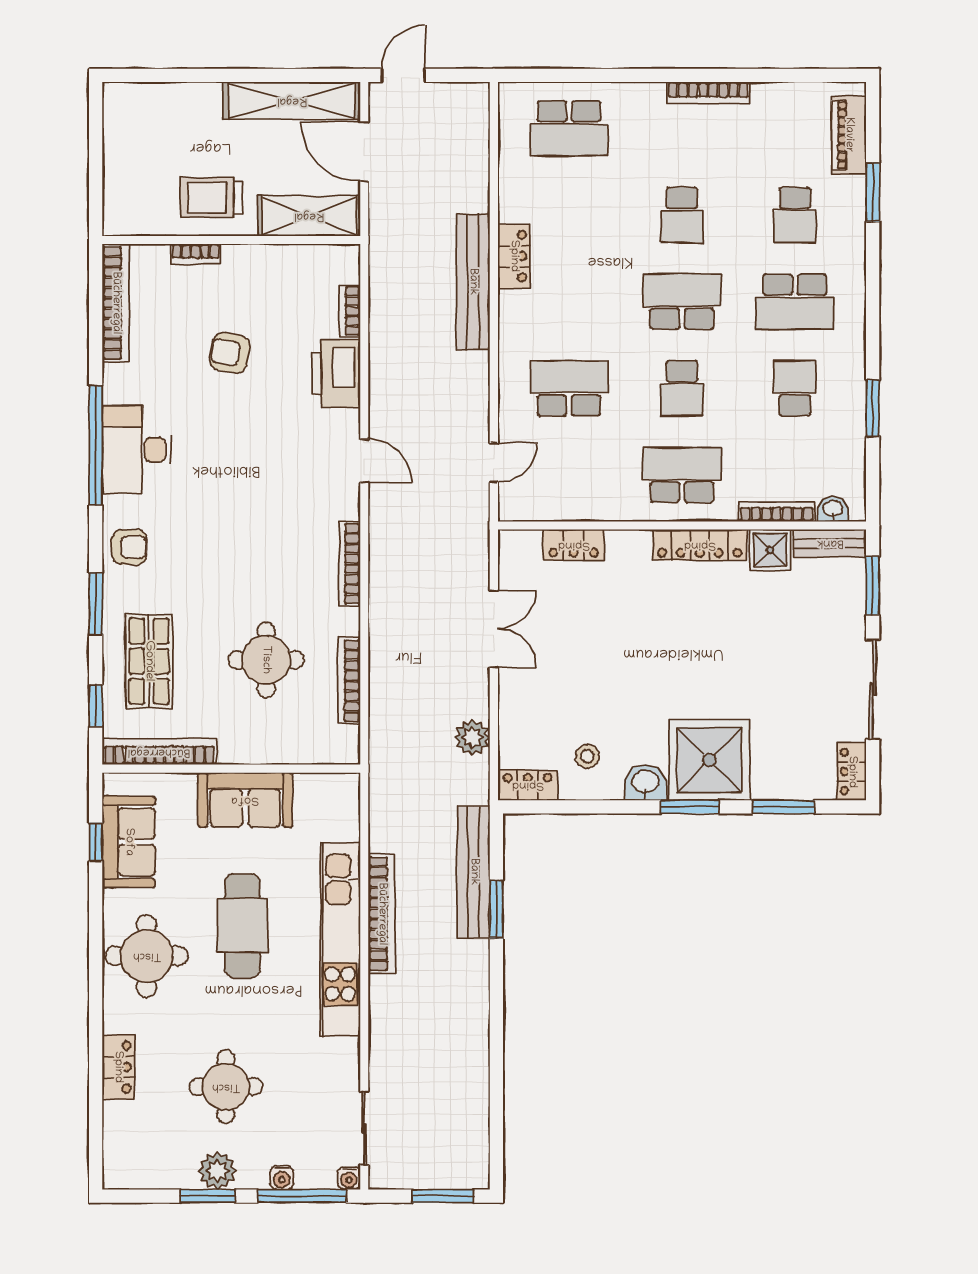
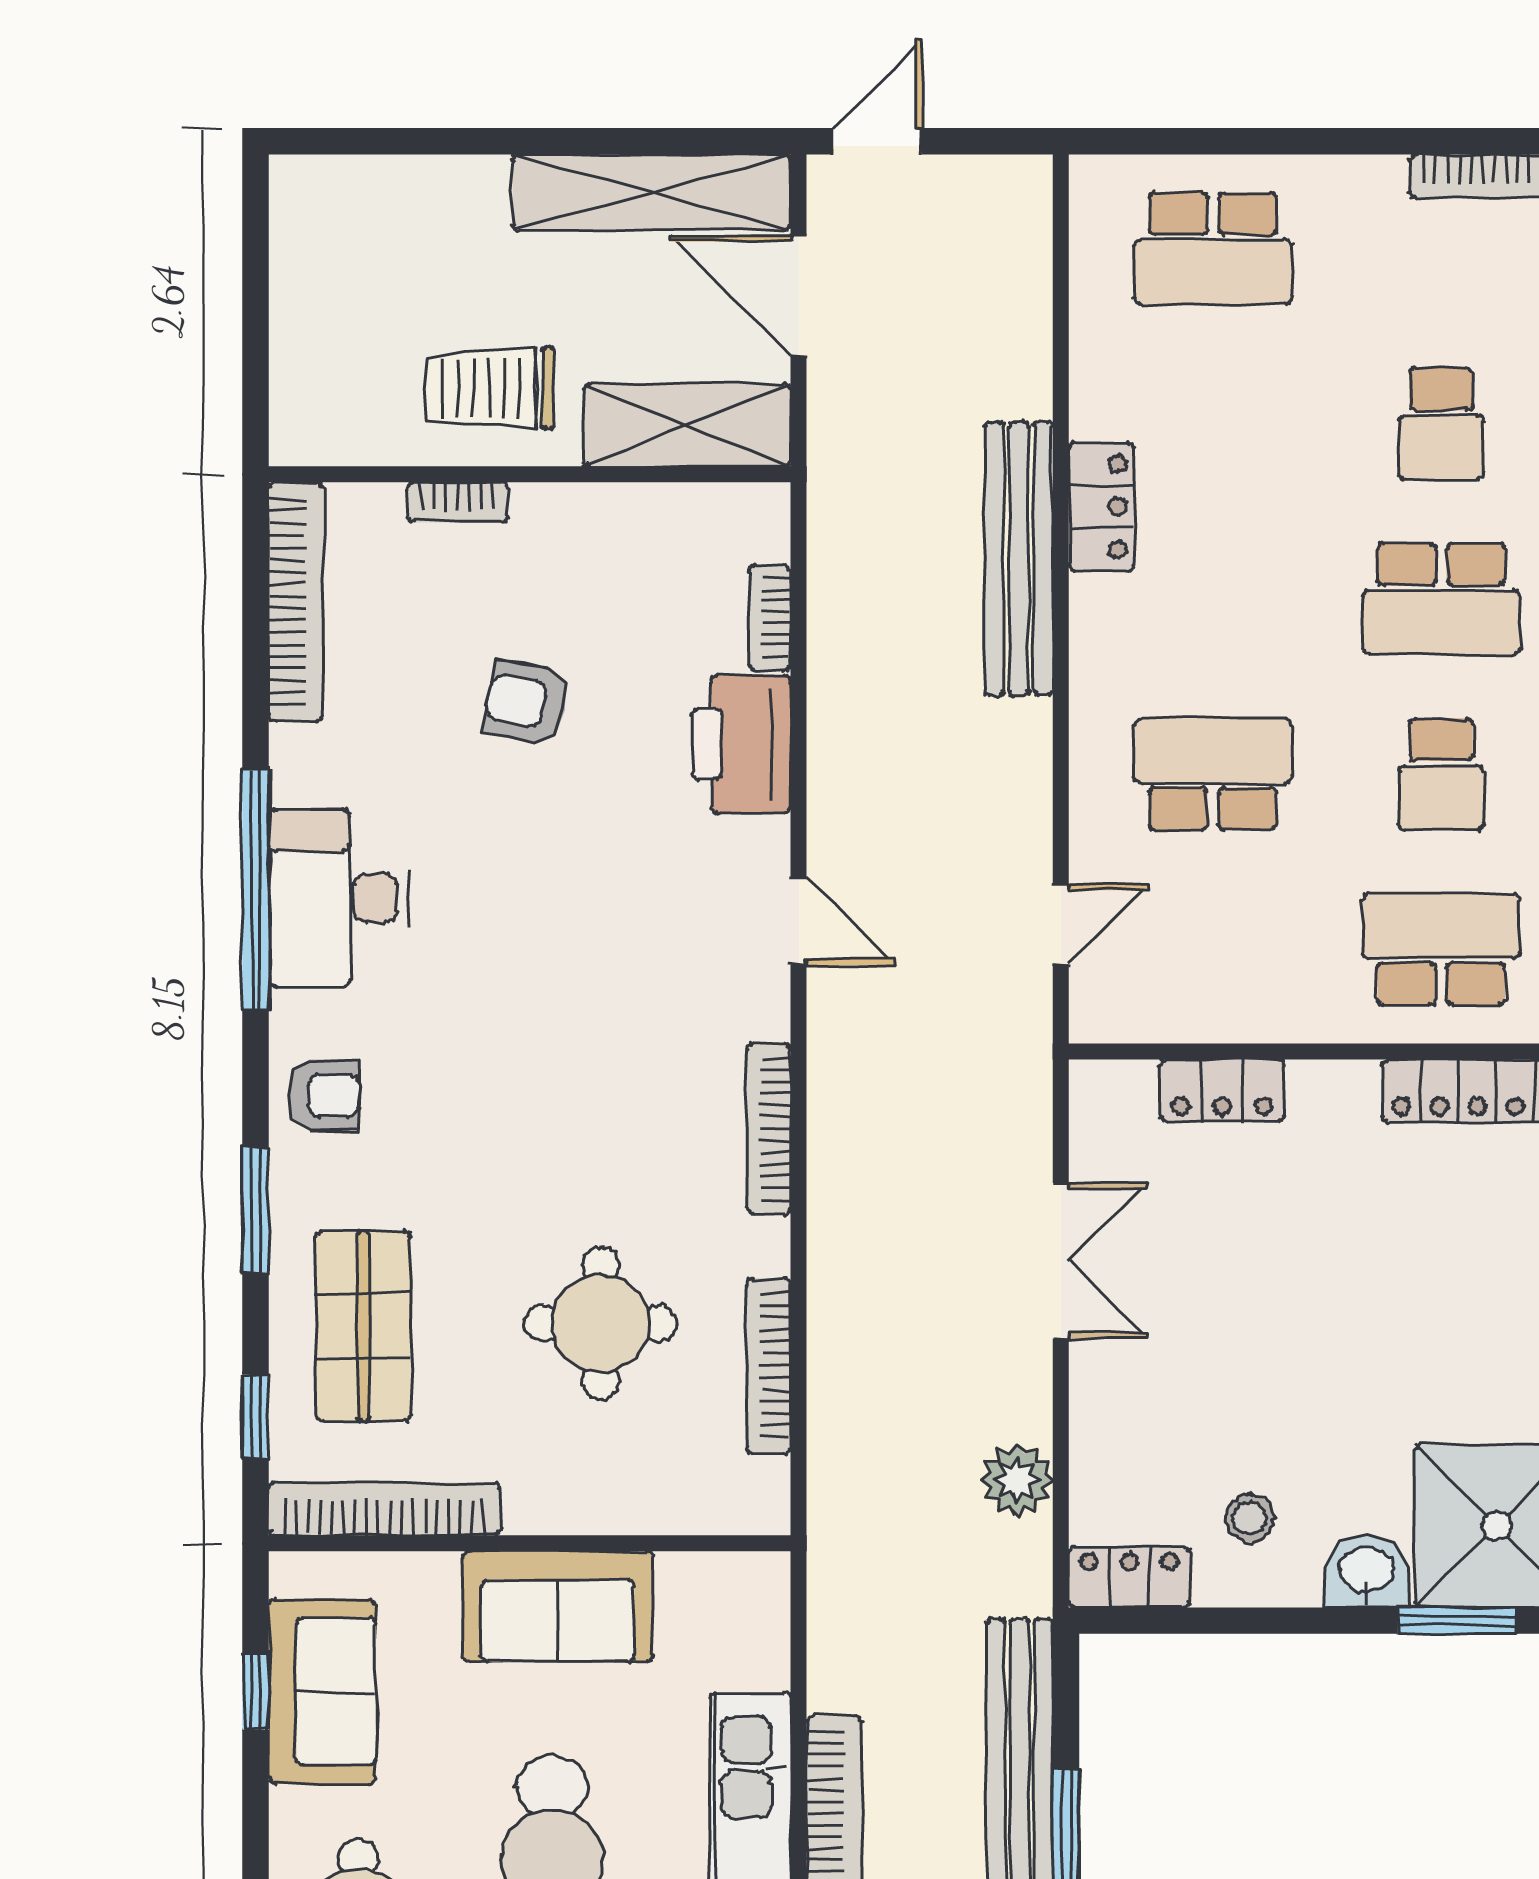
school desk: (682, 302) -> (1441, 599), turned 180

